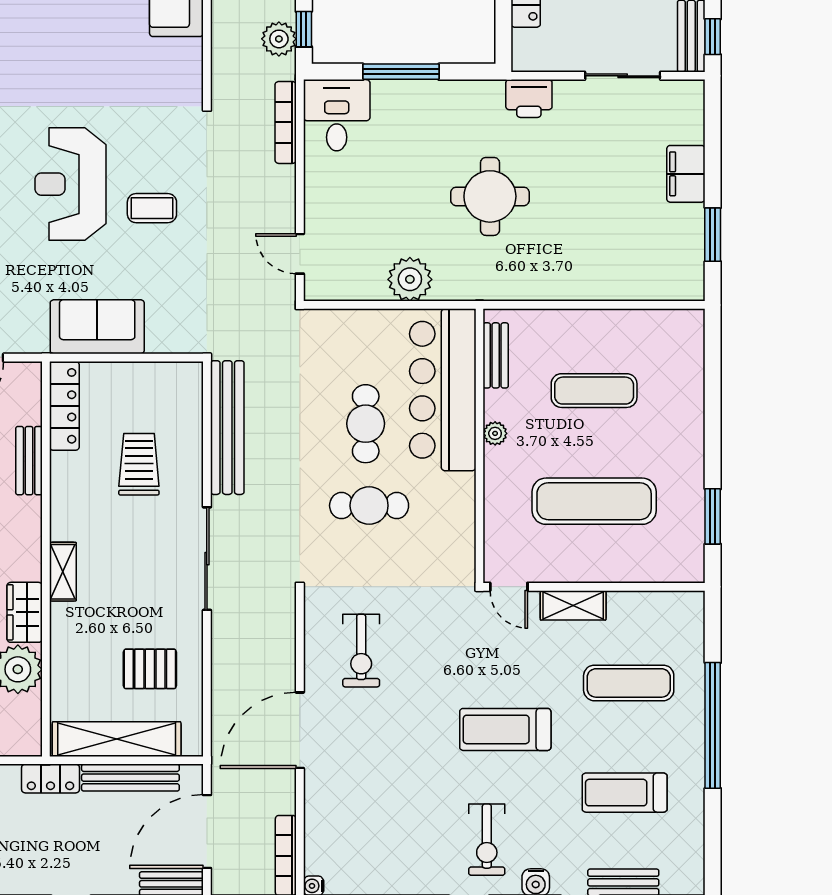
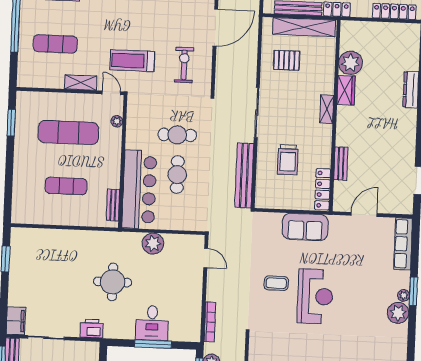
desk: (337, 115) -> (152, 323), moved
filing cabinet: (686, 174) -> (16, 321), moved
plant: (495, 433) -> (117, 121), moved
treadmill: (505, 729) -> (132, 61), moved, turned 180

